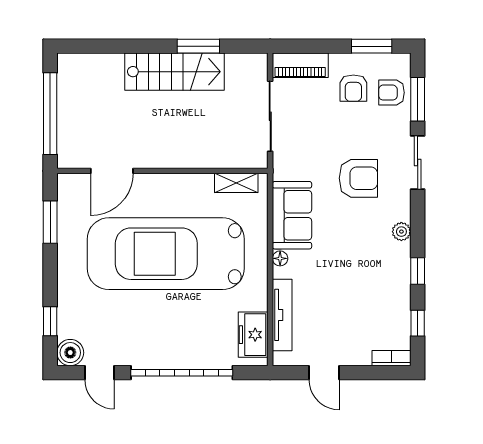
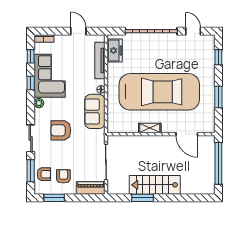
door: (112, 171) -> (187, 134), swing flipped
shelving: (236, 183) -> (150, 128), moved
window: (50, 222) -> (218, 97), moved
corner sofa: (381, 285) -> (50, 76), added
boiler: (70, 353) -> (208, 41), removed

